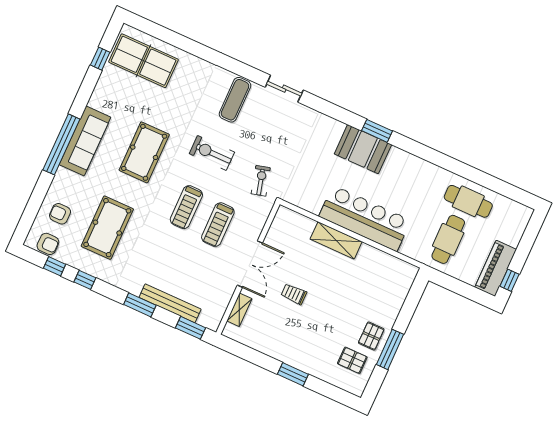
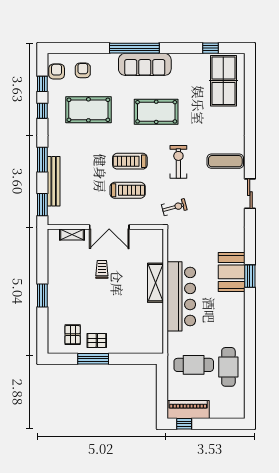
treadmill: (218, 225) -> (128, 190), turned 180
armchair: (48, 244) -> (57, 72), turned 180

